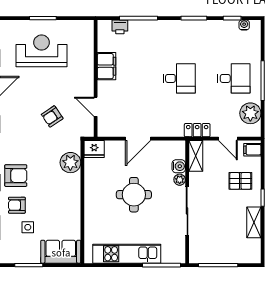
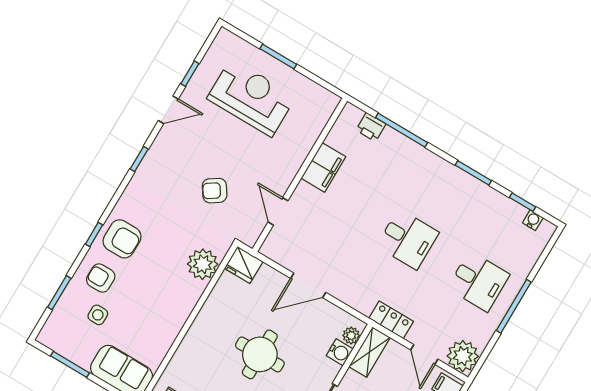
plant: (250, 113) -> (463, 356), moved
plant: (180, 180) -> (351, 336), moved

